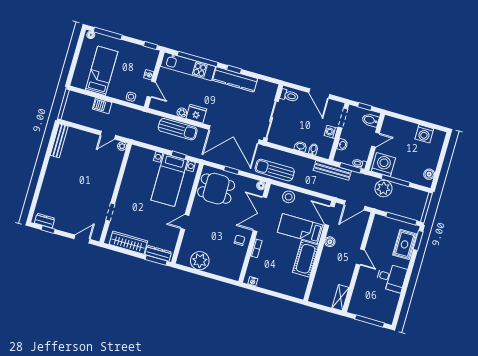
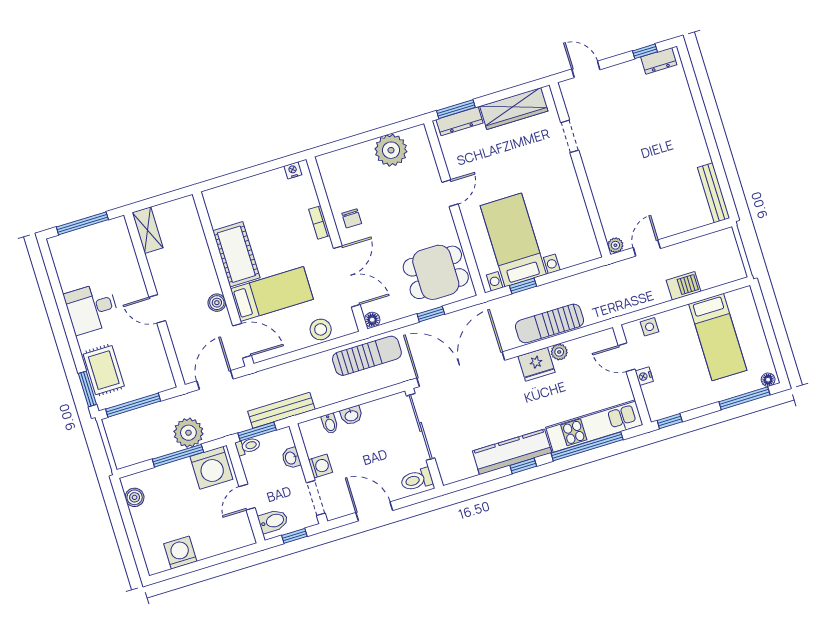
door: (82, 239) -> (586, 69), swing flipped

